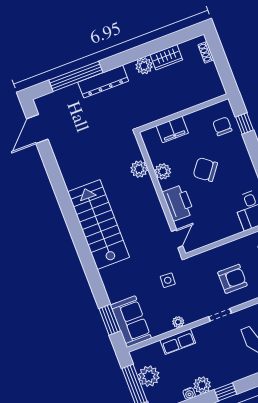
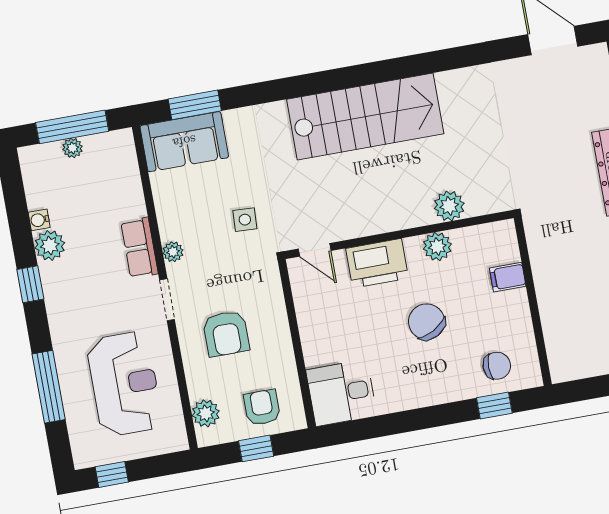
filing cabinet: (172, 129) -> (508, 277), width x0.50
chair: (205, 170) -> (427, 322), turned -66
plant: (178, 322) -> (173, 252), moved
row of seats: (178, 342) -> (139, 248), moved
plant: (149, 376) -> (73, 148), width x0.53, depth x0.53

